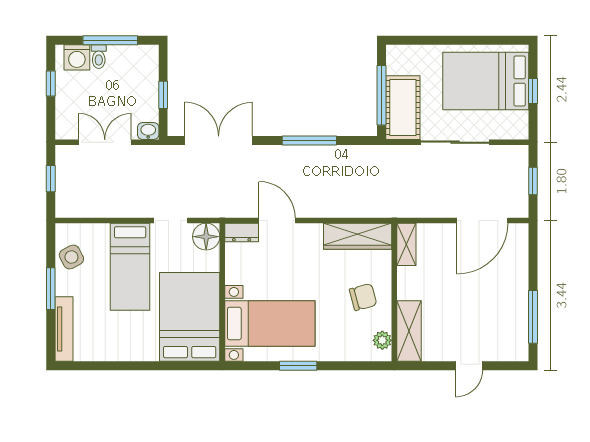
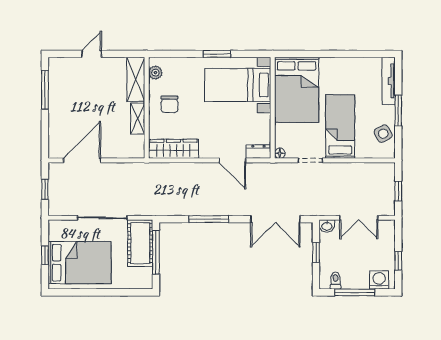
toilet: (99, 57) -> (335, 280), moved
floor lamp: (206, 237) -> (280, 153), width x0.53, depth x0.53
shelving: (406, 244) -> (138, 119), moved
chair: (363, 297) -> (169, 104), turned -75

